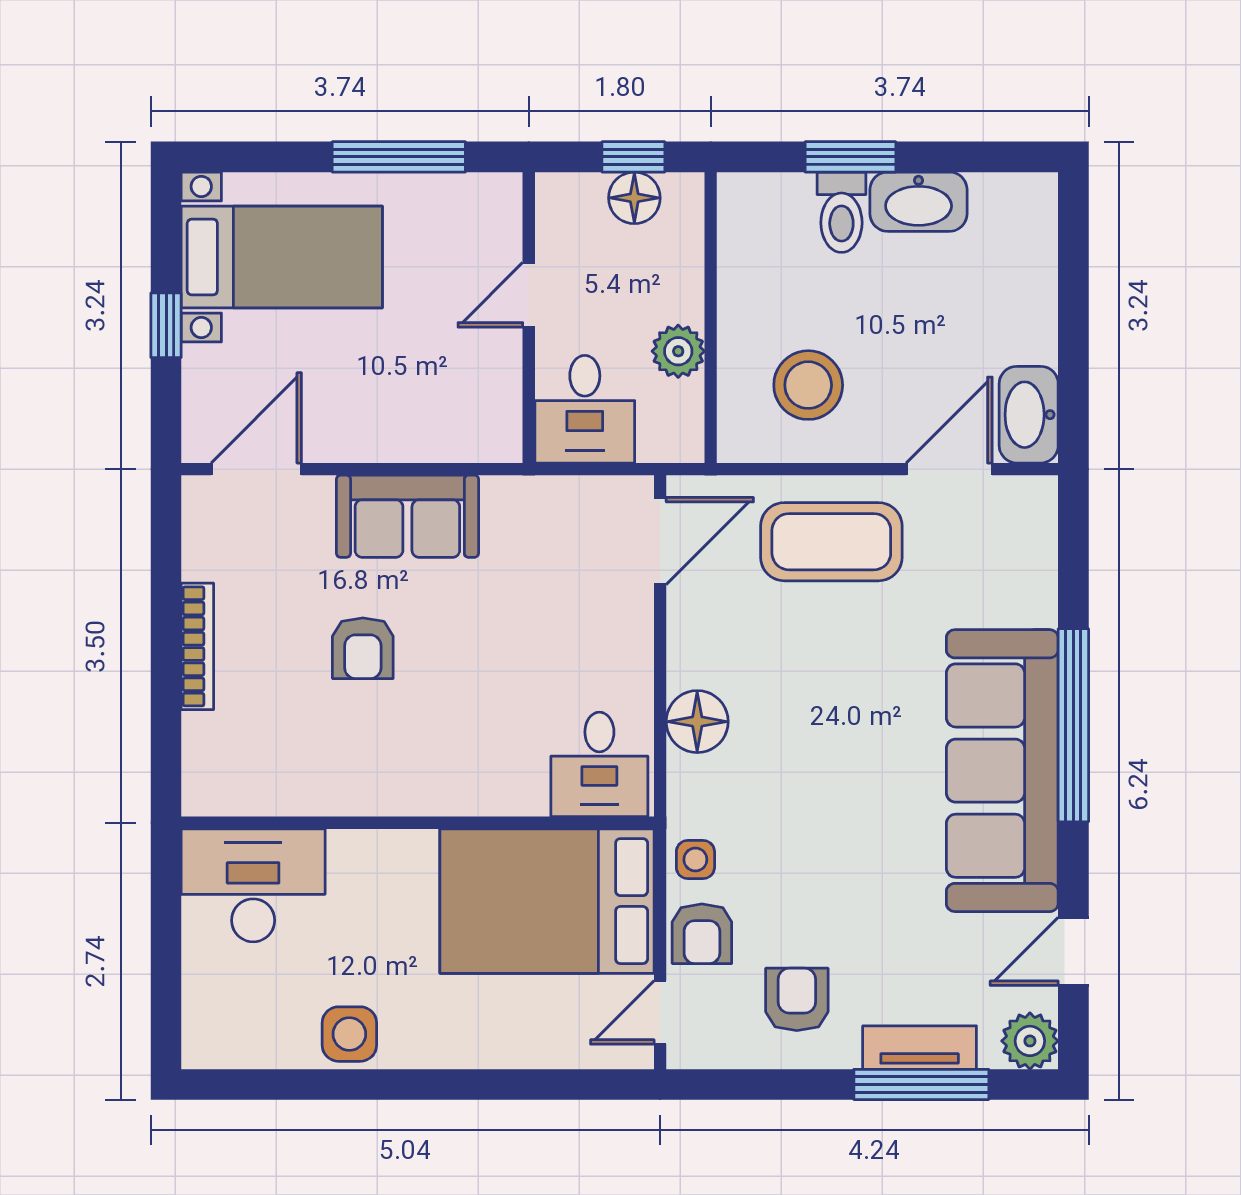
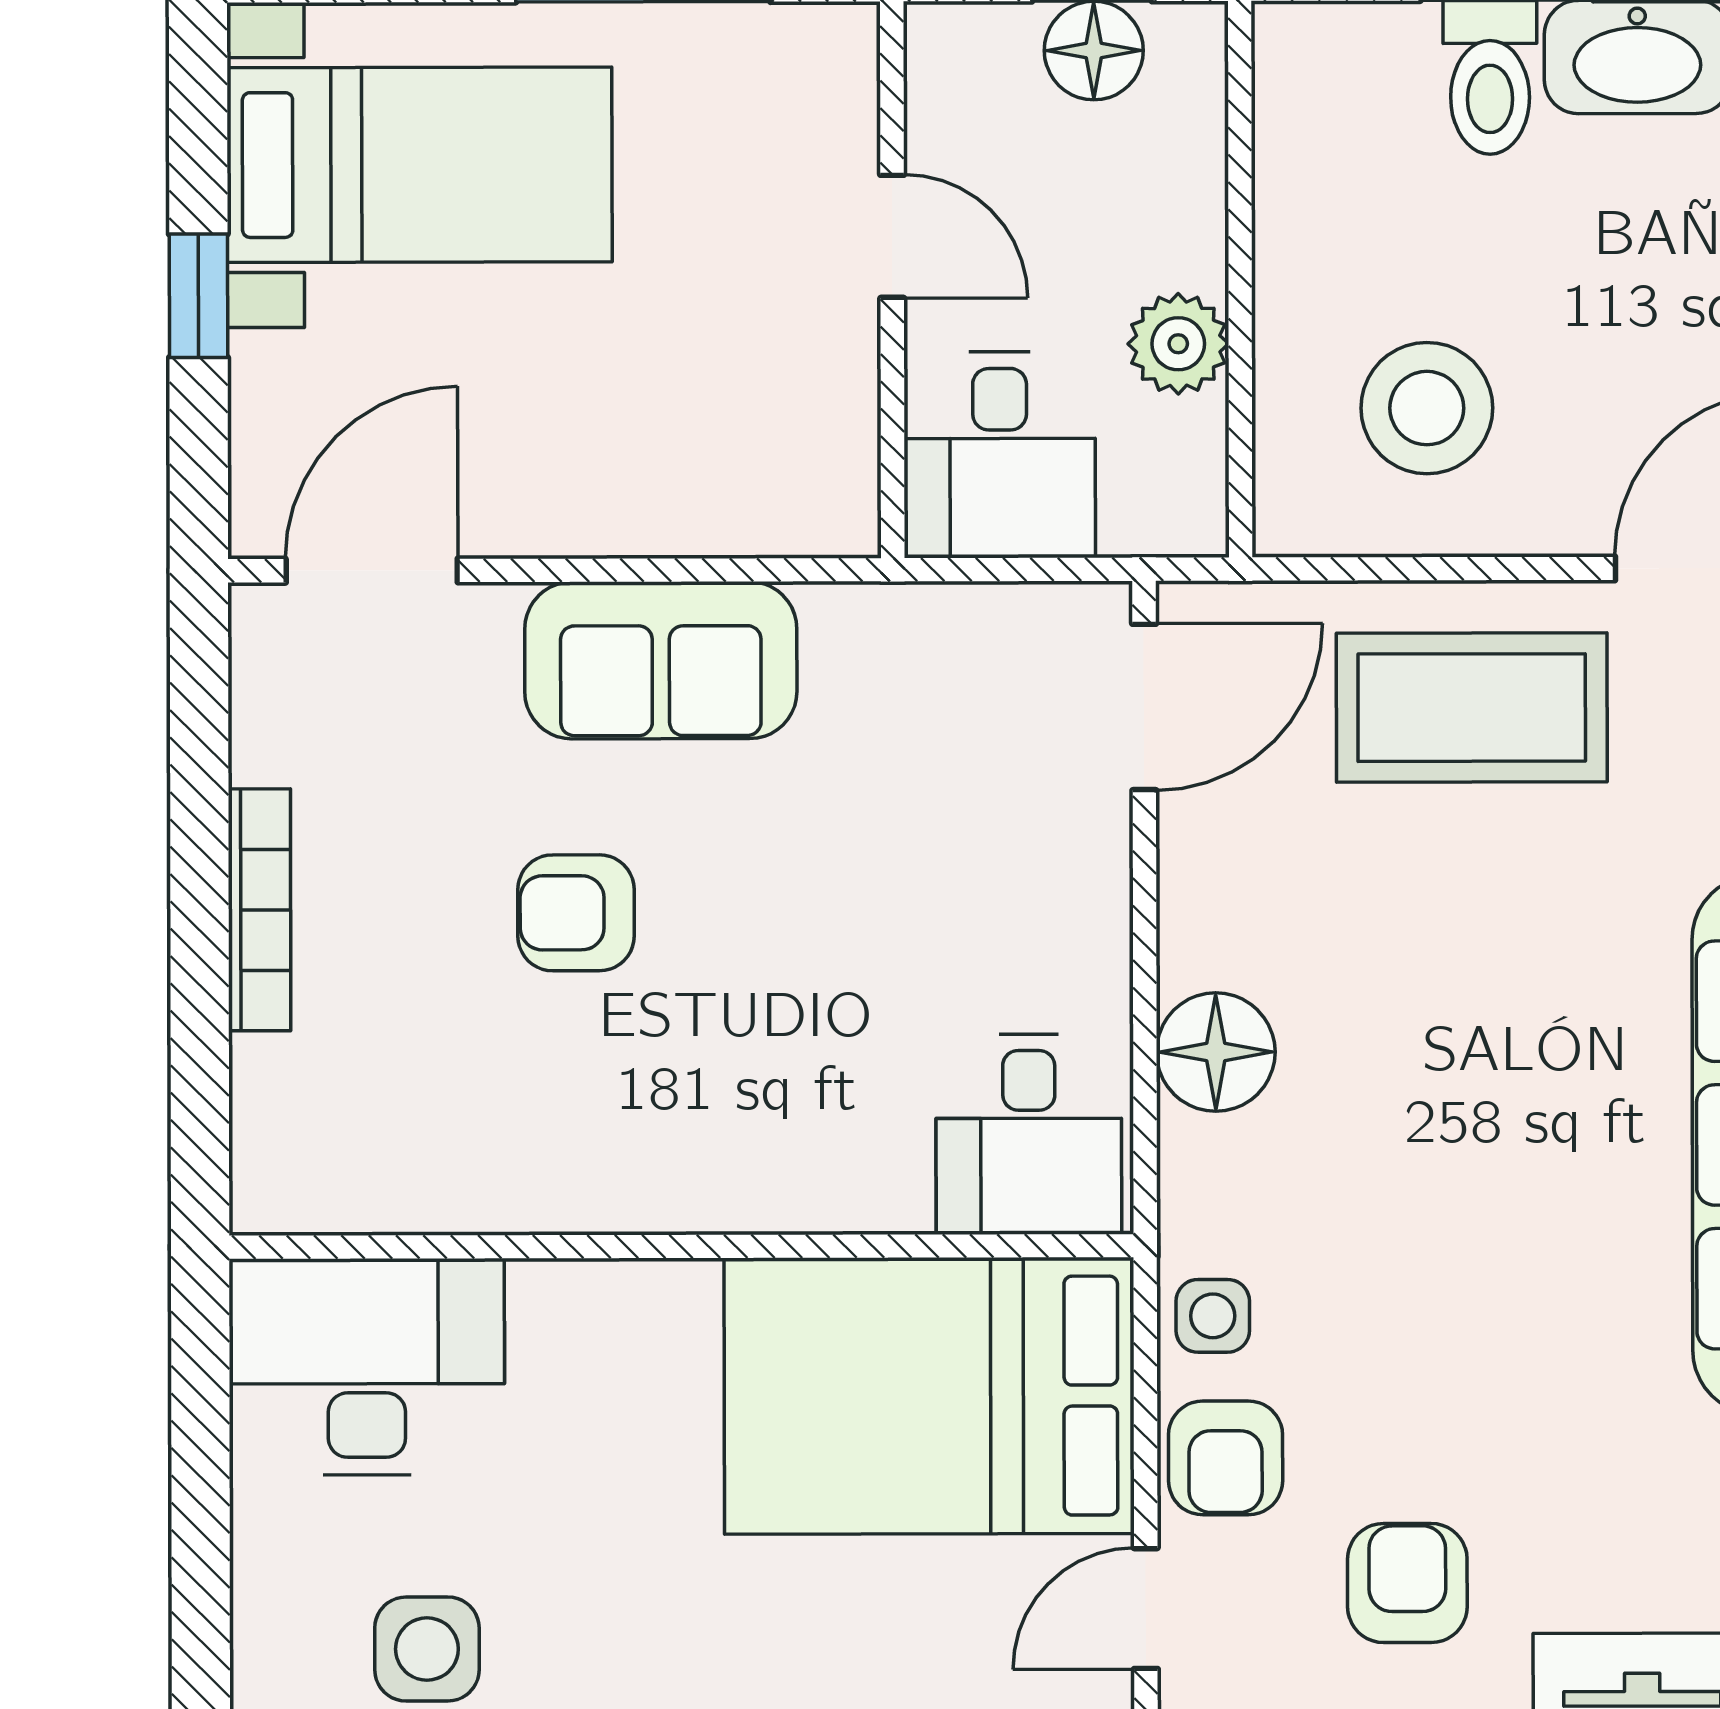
door: (529, 295) -> (892, 236), swing flipped
armchair: (363, 648) -> (576, 913), turned 90
side table: (349, 1034) -> (427, 1649), moved

